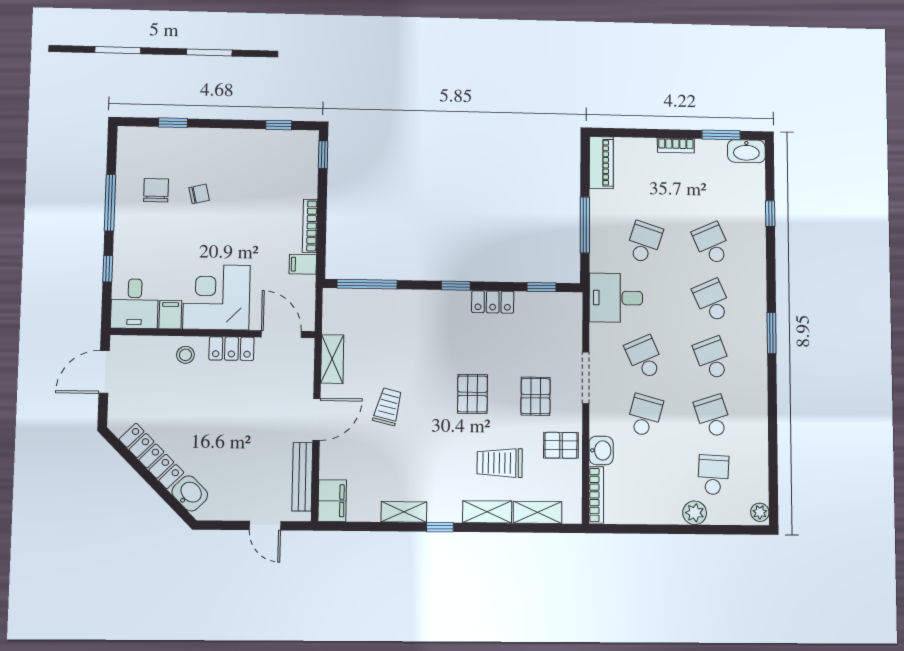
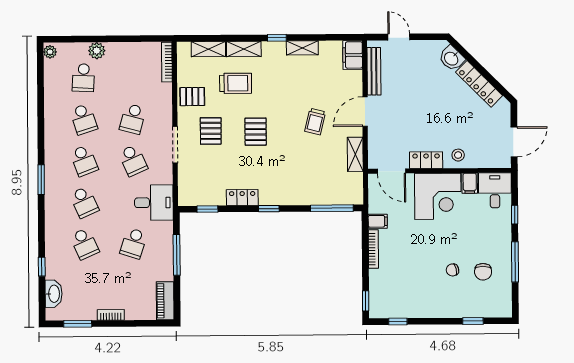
washbasin: (746, 151) -> (54, 294), moved, turned 90
washbasin: (601, 450) -> (164, 93), removed

